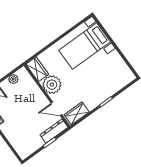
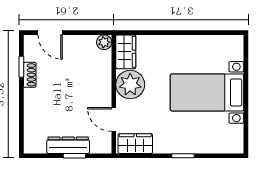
bed with nightstands: (85, 46) -> (207, 92), moved
plant: (13, 79) -> (104, 42), moved
dresser: (54, 131) -> (68, 145), moved

